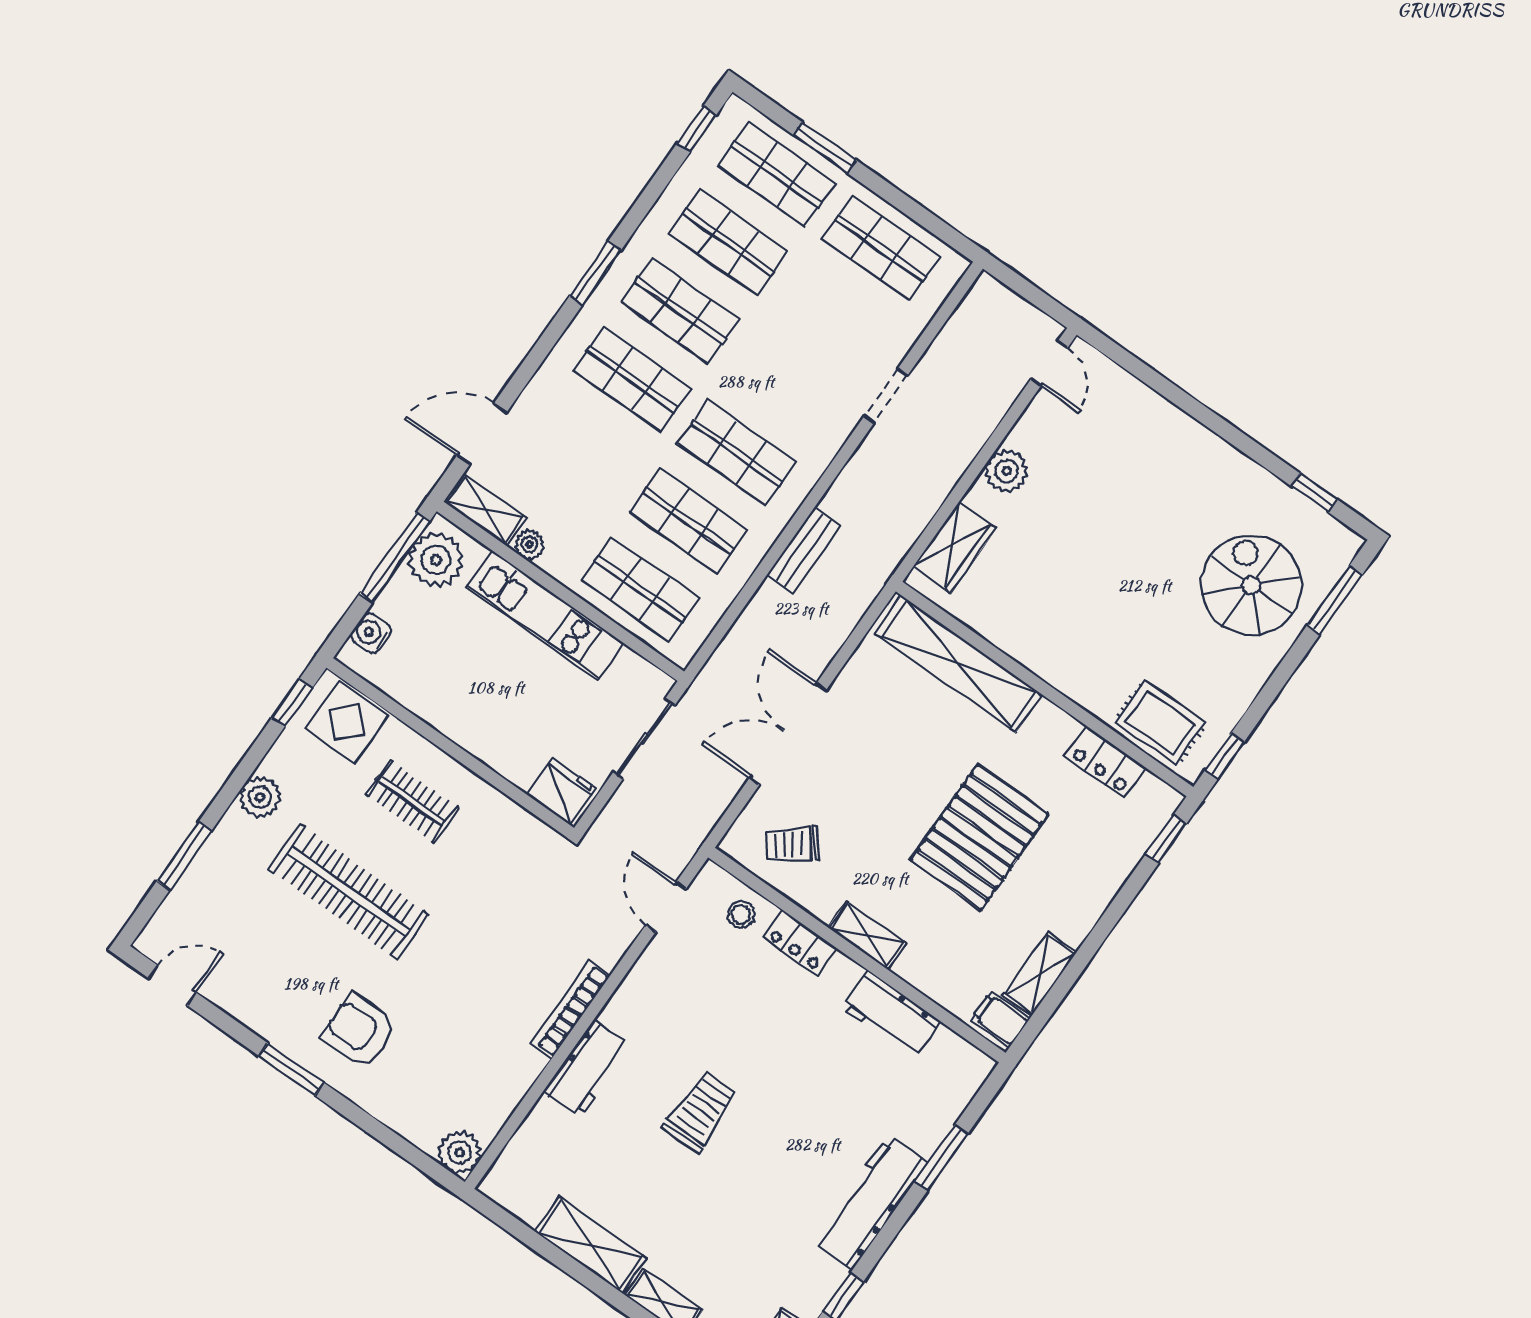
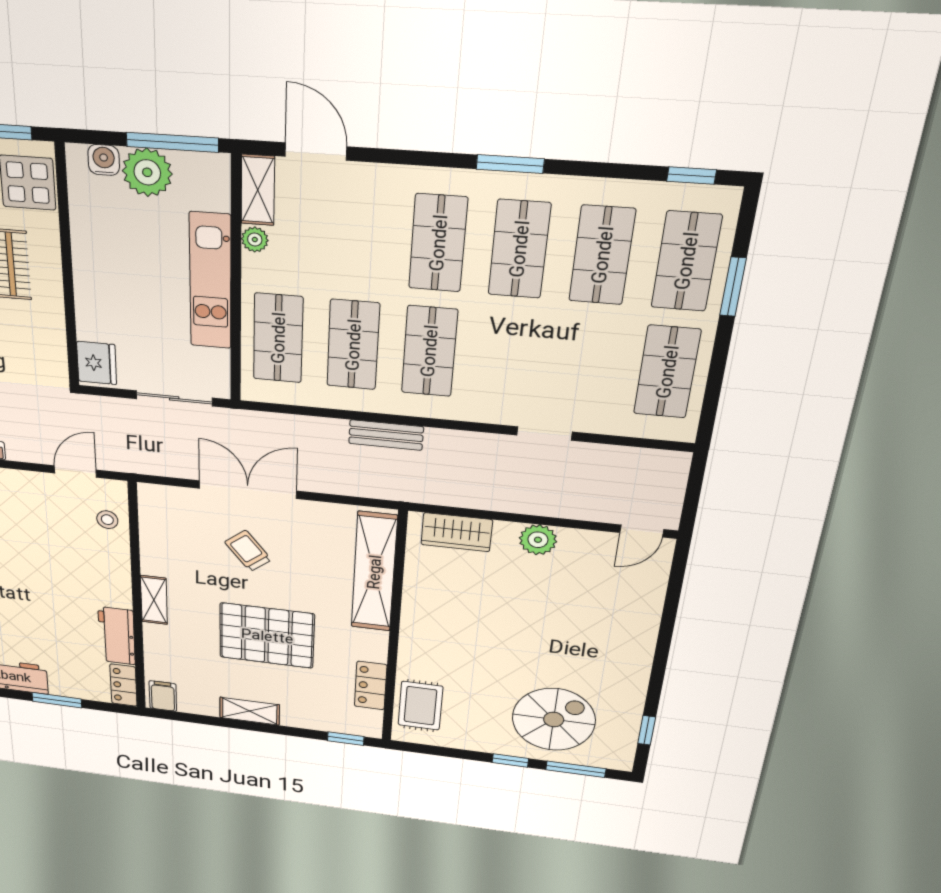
plant: (436, 560) -> (147, 172), moved
window: (1225, 756) -> (510, 761), moved
trolley: (792, 845) -> (248, 551), moved
locker: (800, 943) -> (124, 685), moved
shelving: (1040, 974) -> (250, 711), moved

